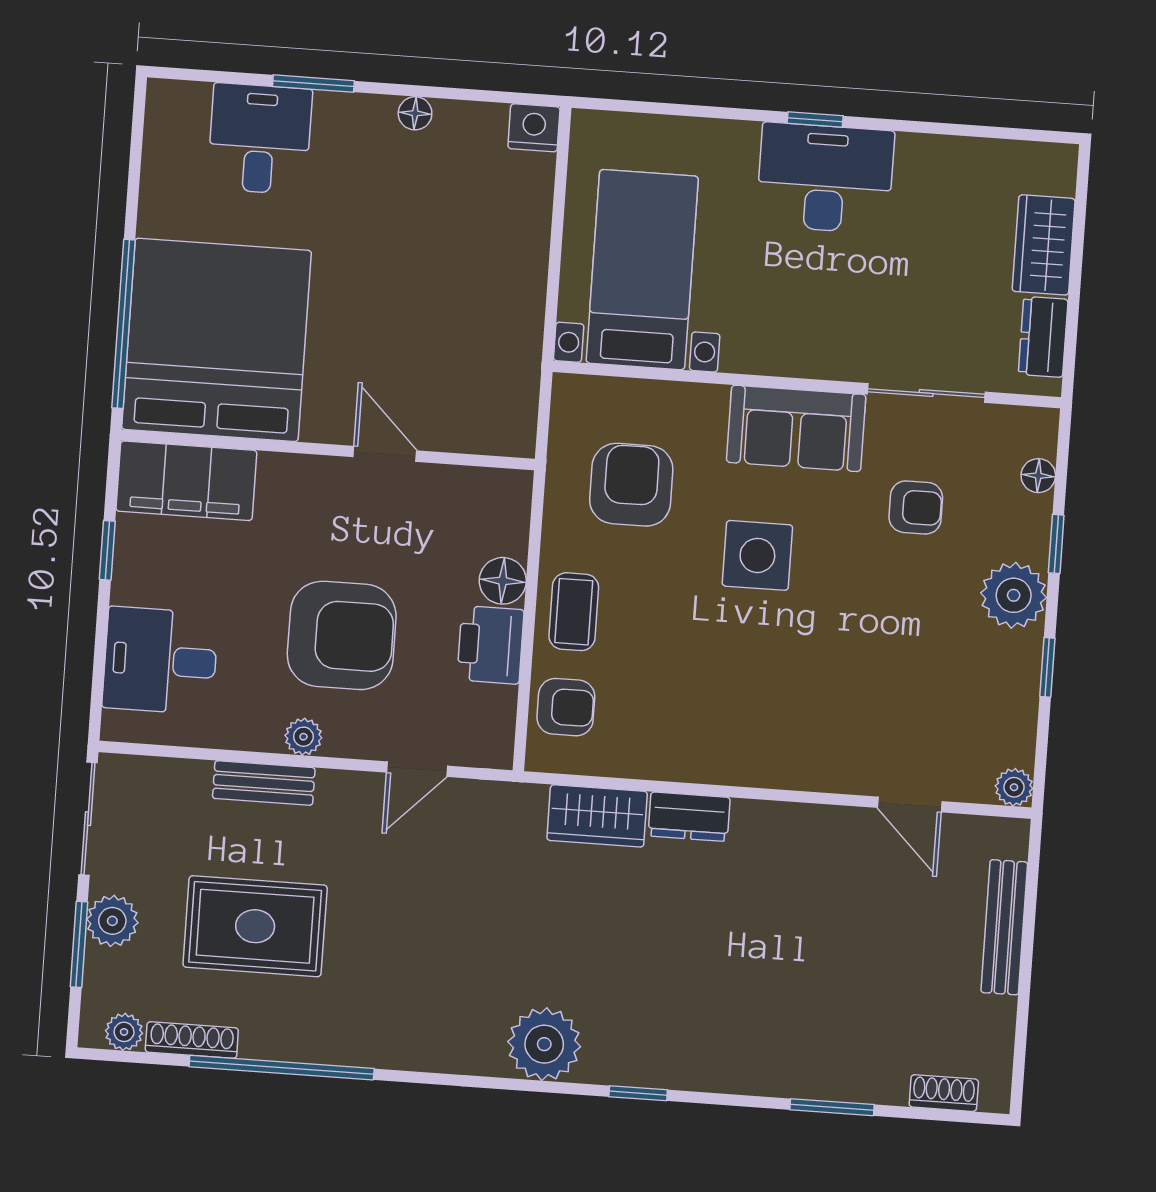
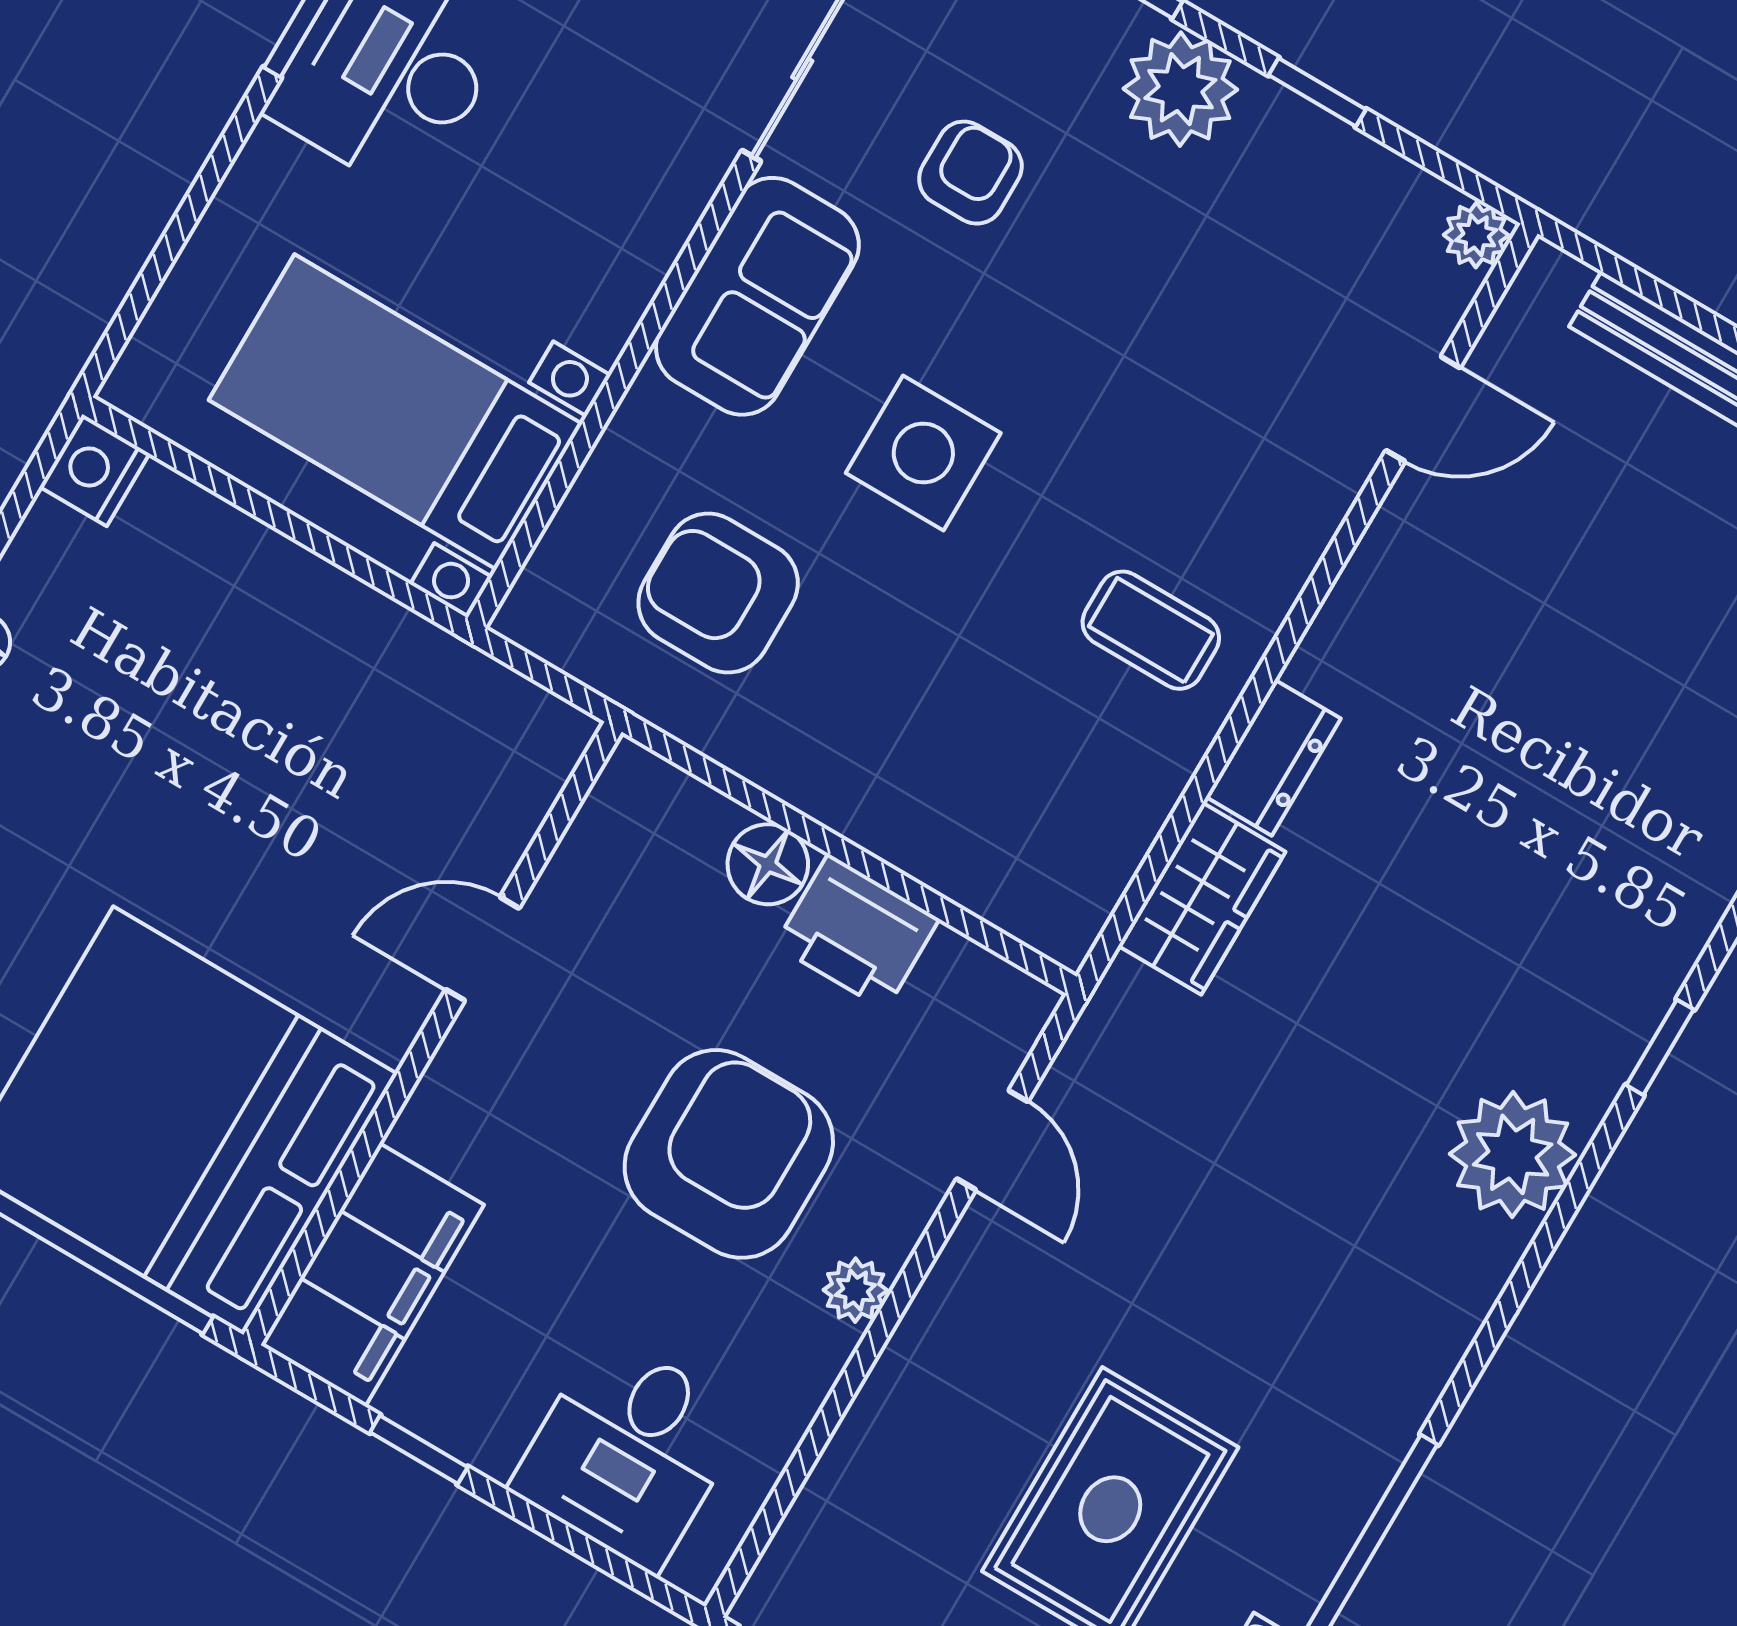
coffee table: (574, 612) -> (1151, 630), moved
armchair: (566, 707) -> (1010, 864), removed
bench: (264, 783) -> (896, 1387), removed

